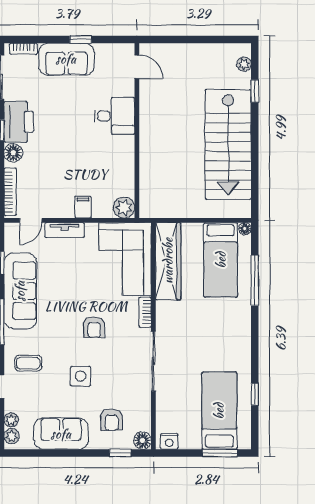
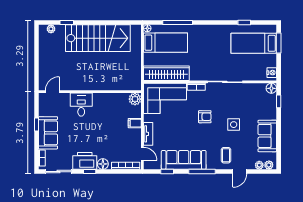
armchair: (112, 420) -> (259, 106), removed

